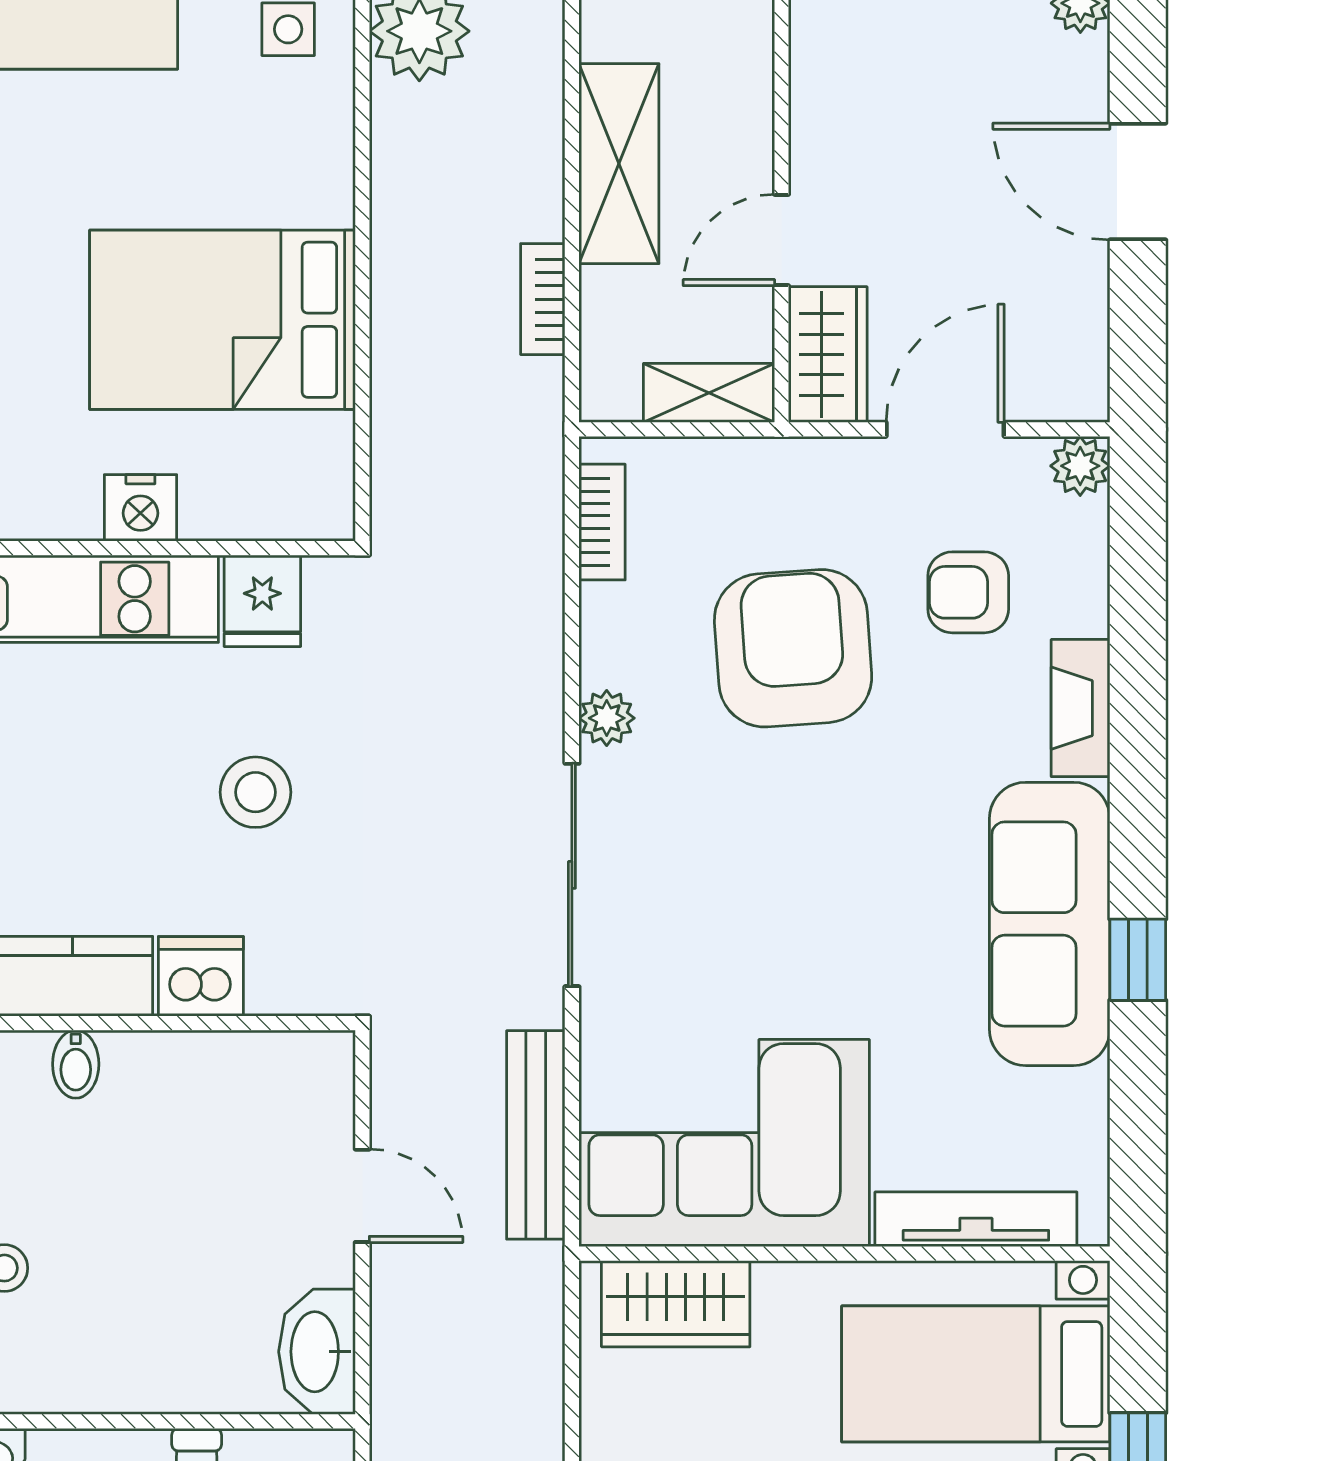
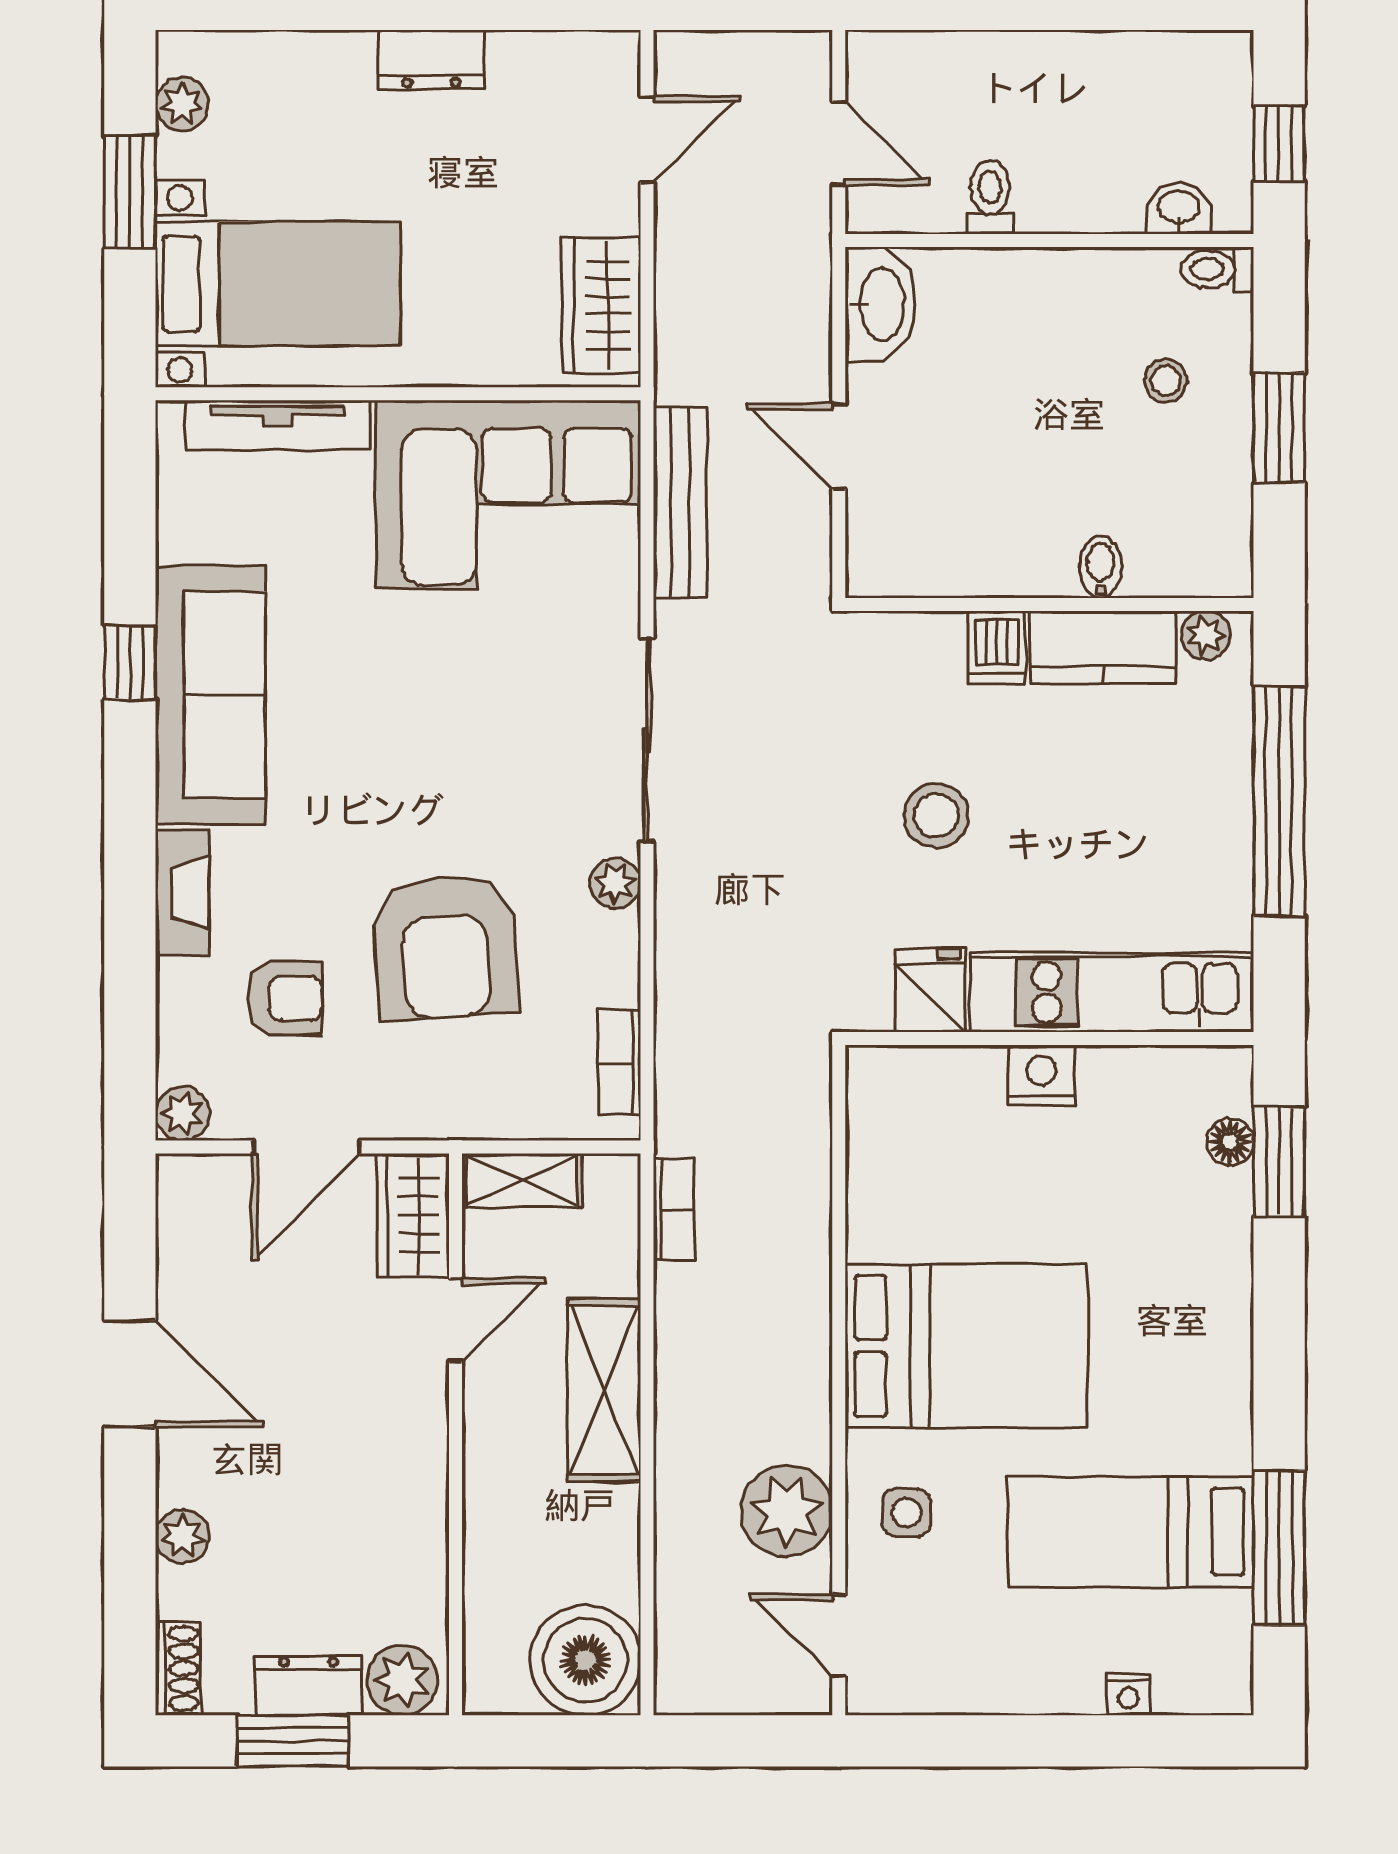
bookcase: (543, 299) -> (674, 1210), moved
bed: (223, 320) -> (966, 1346), moved
dishwasher: (201, 976) -> (997, 647), width x0.73
wardrobe: (676, 1304) -> (601, 305), moved, turned -90

